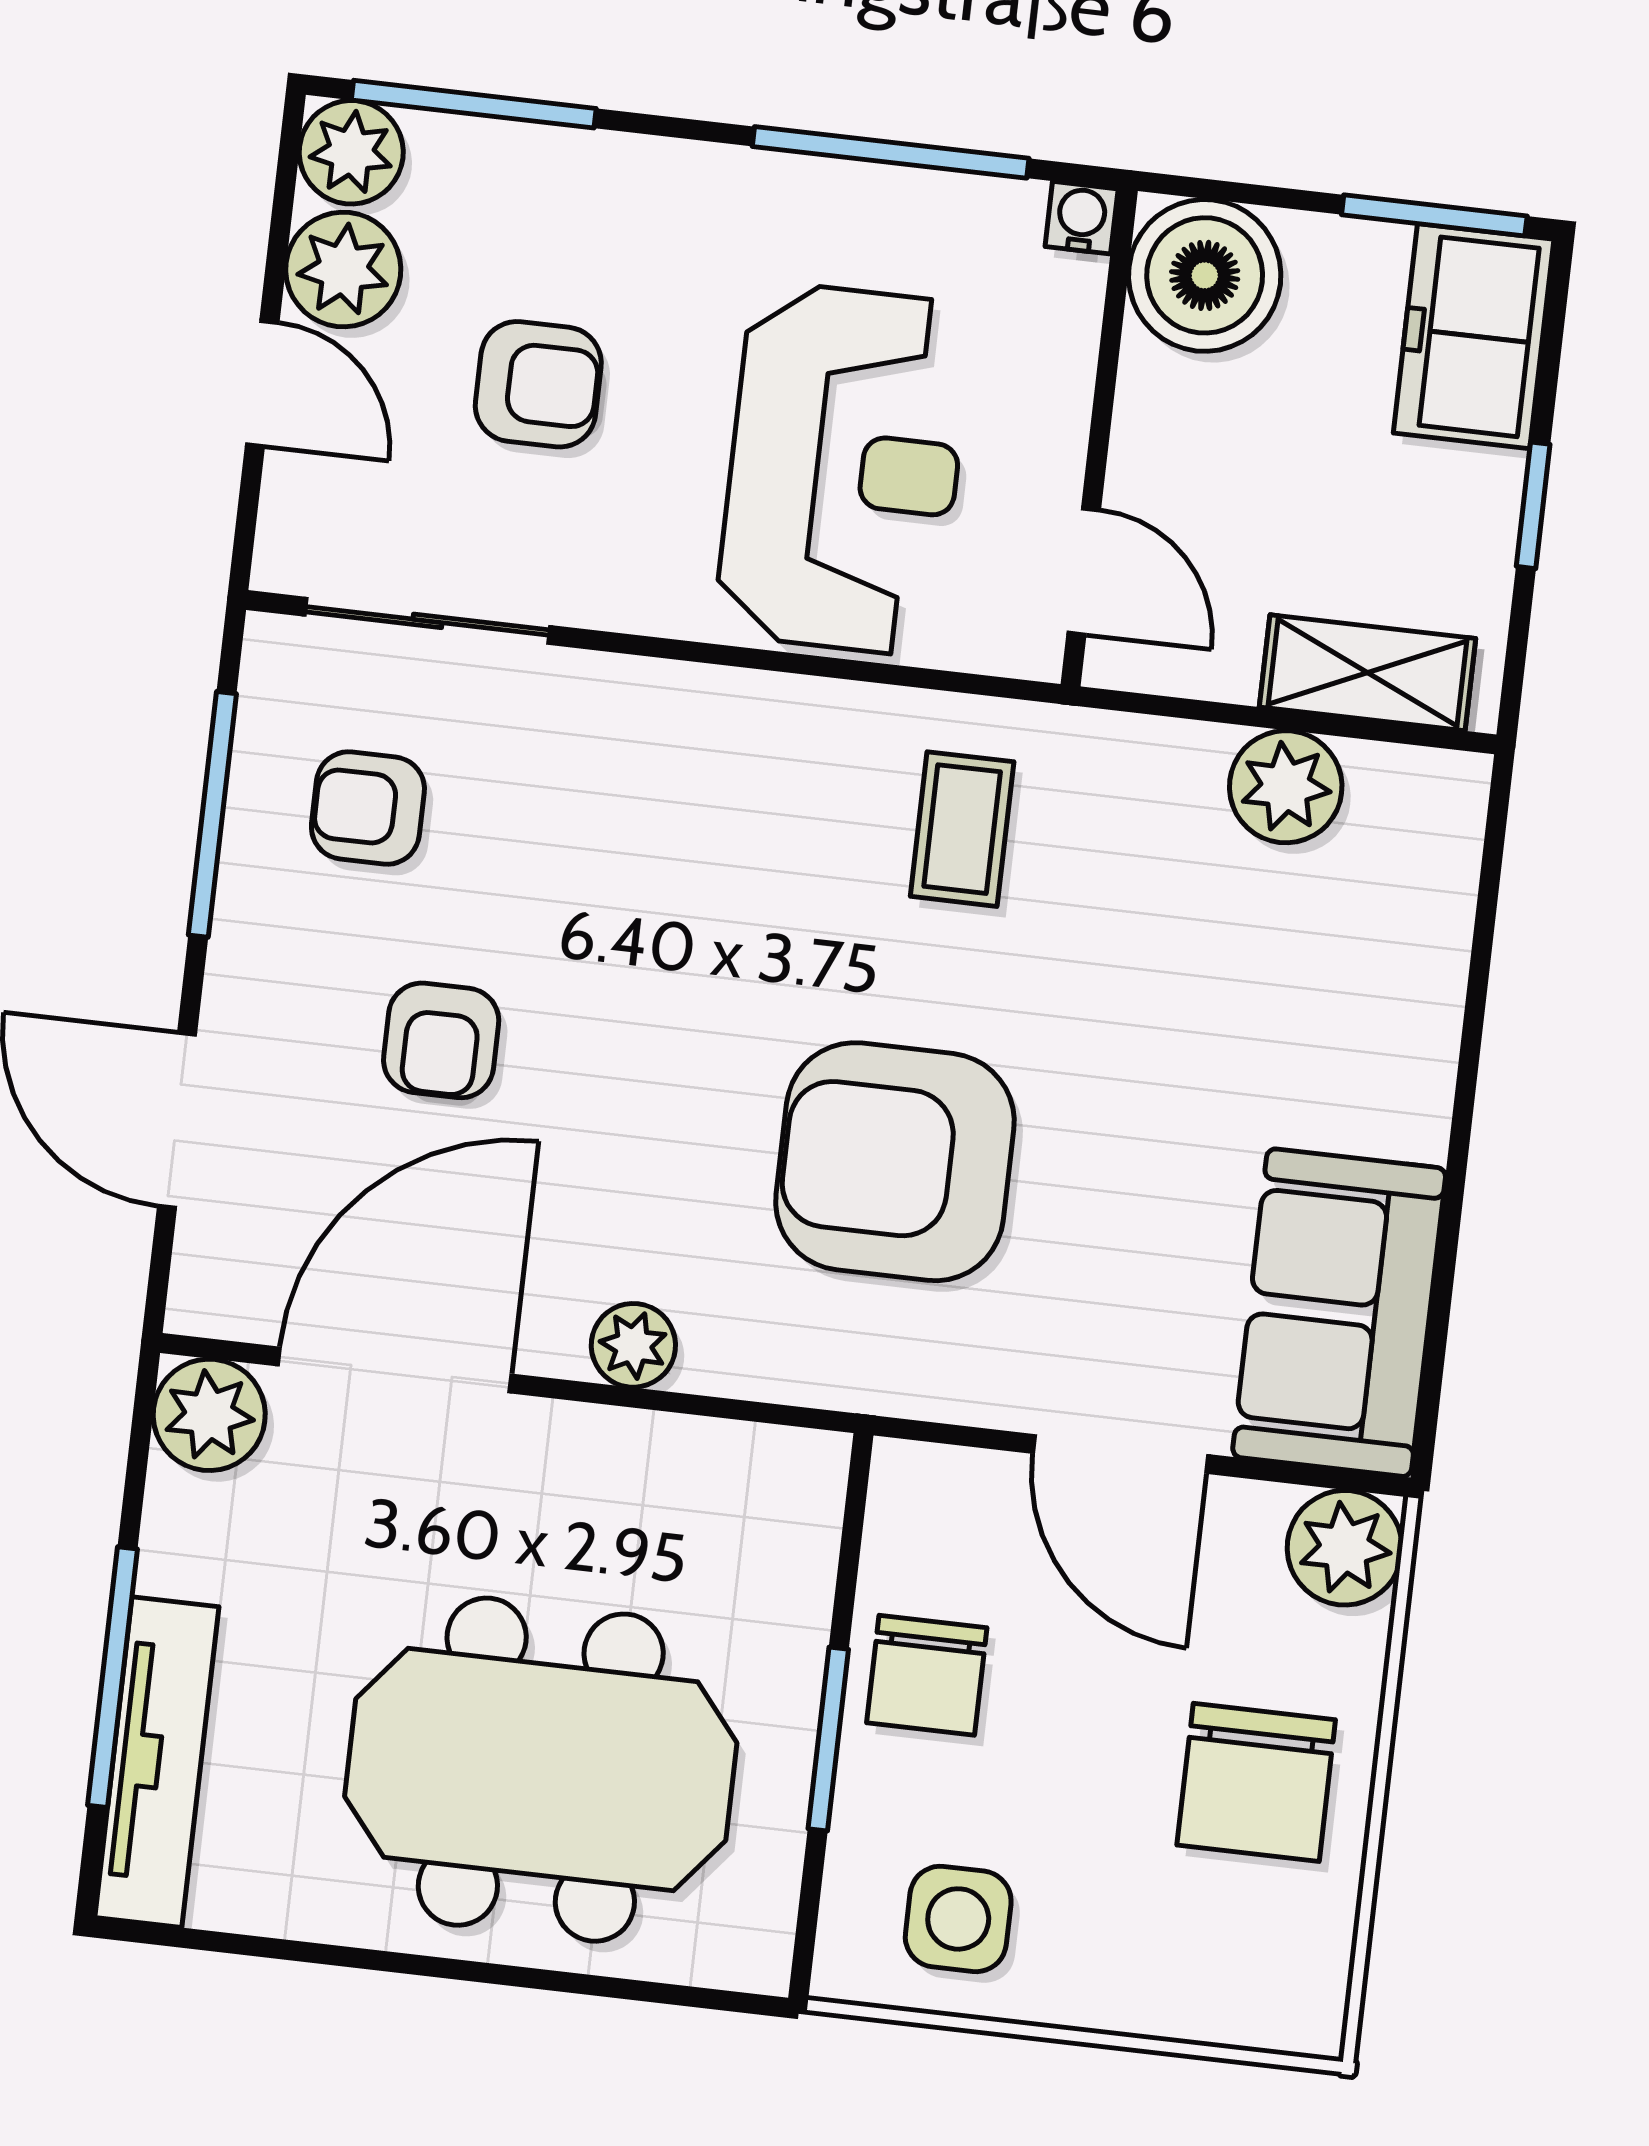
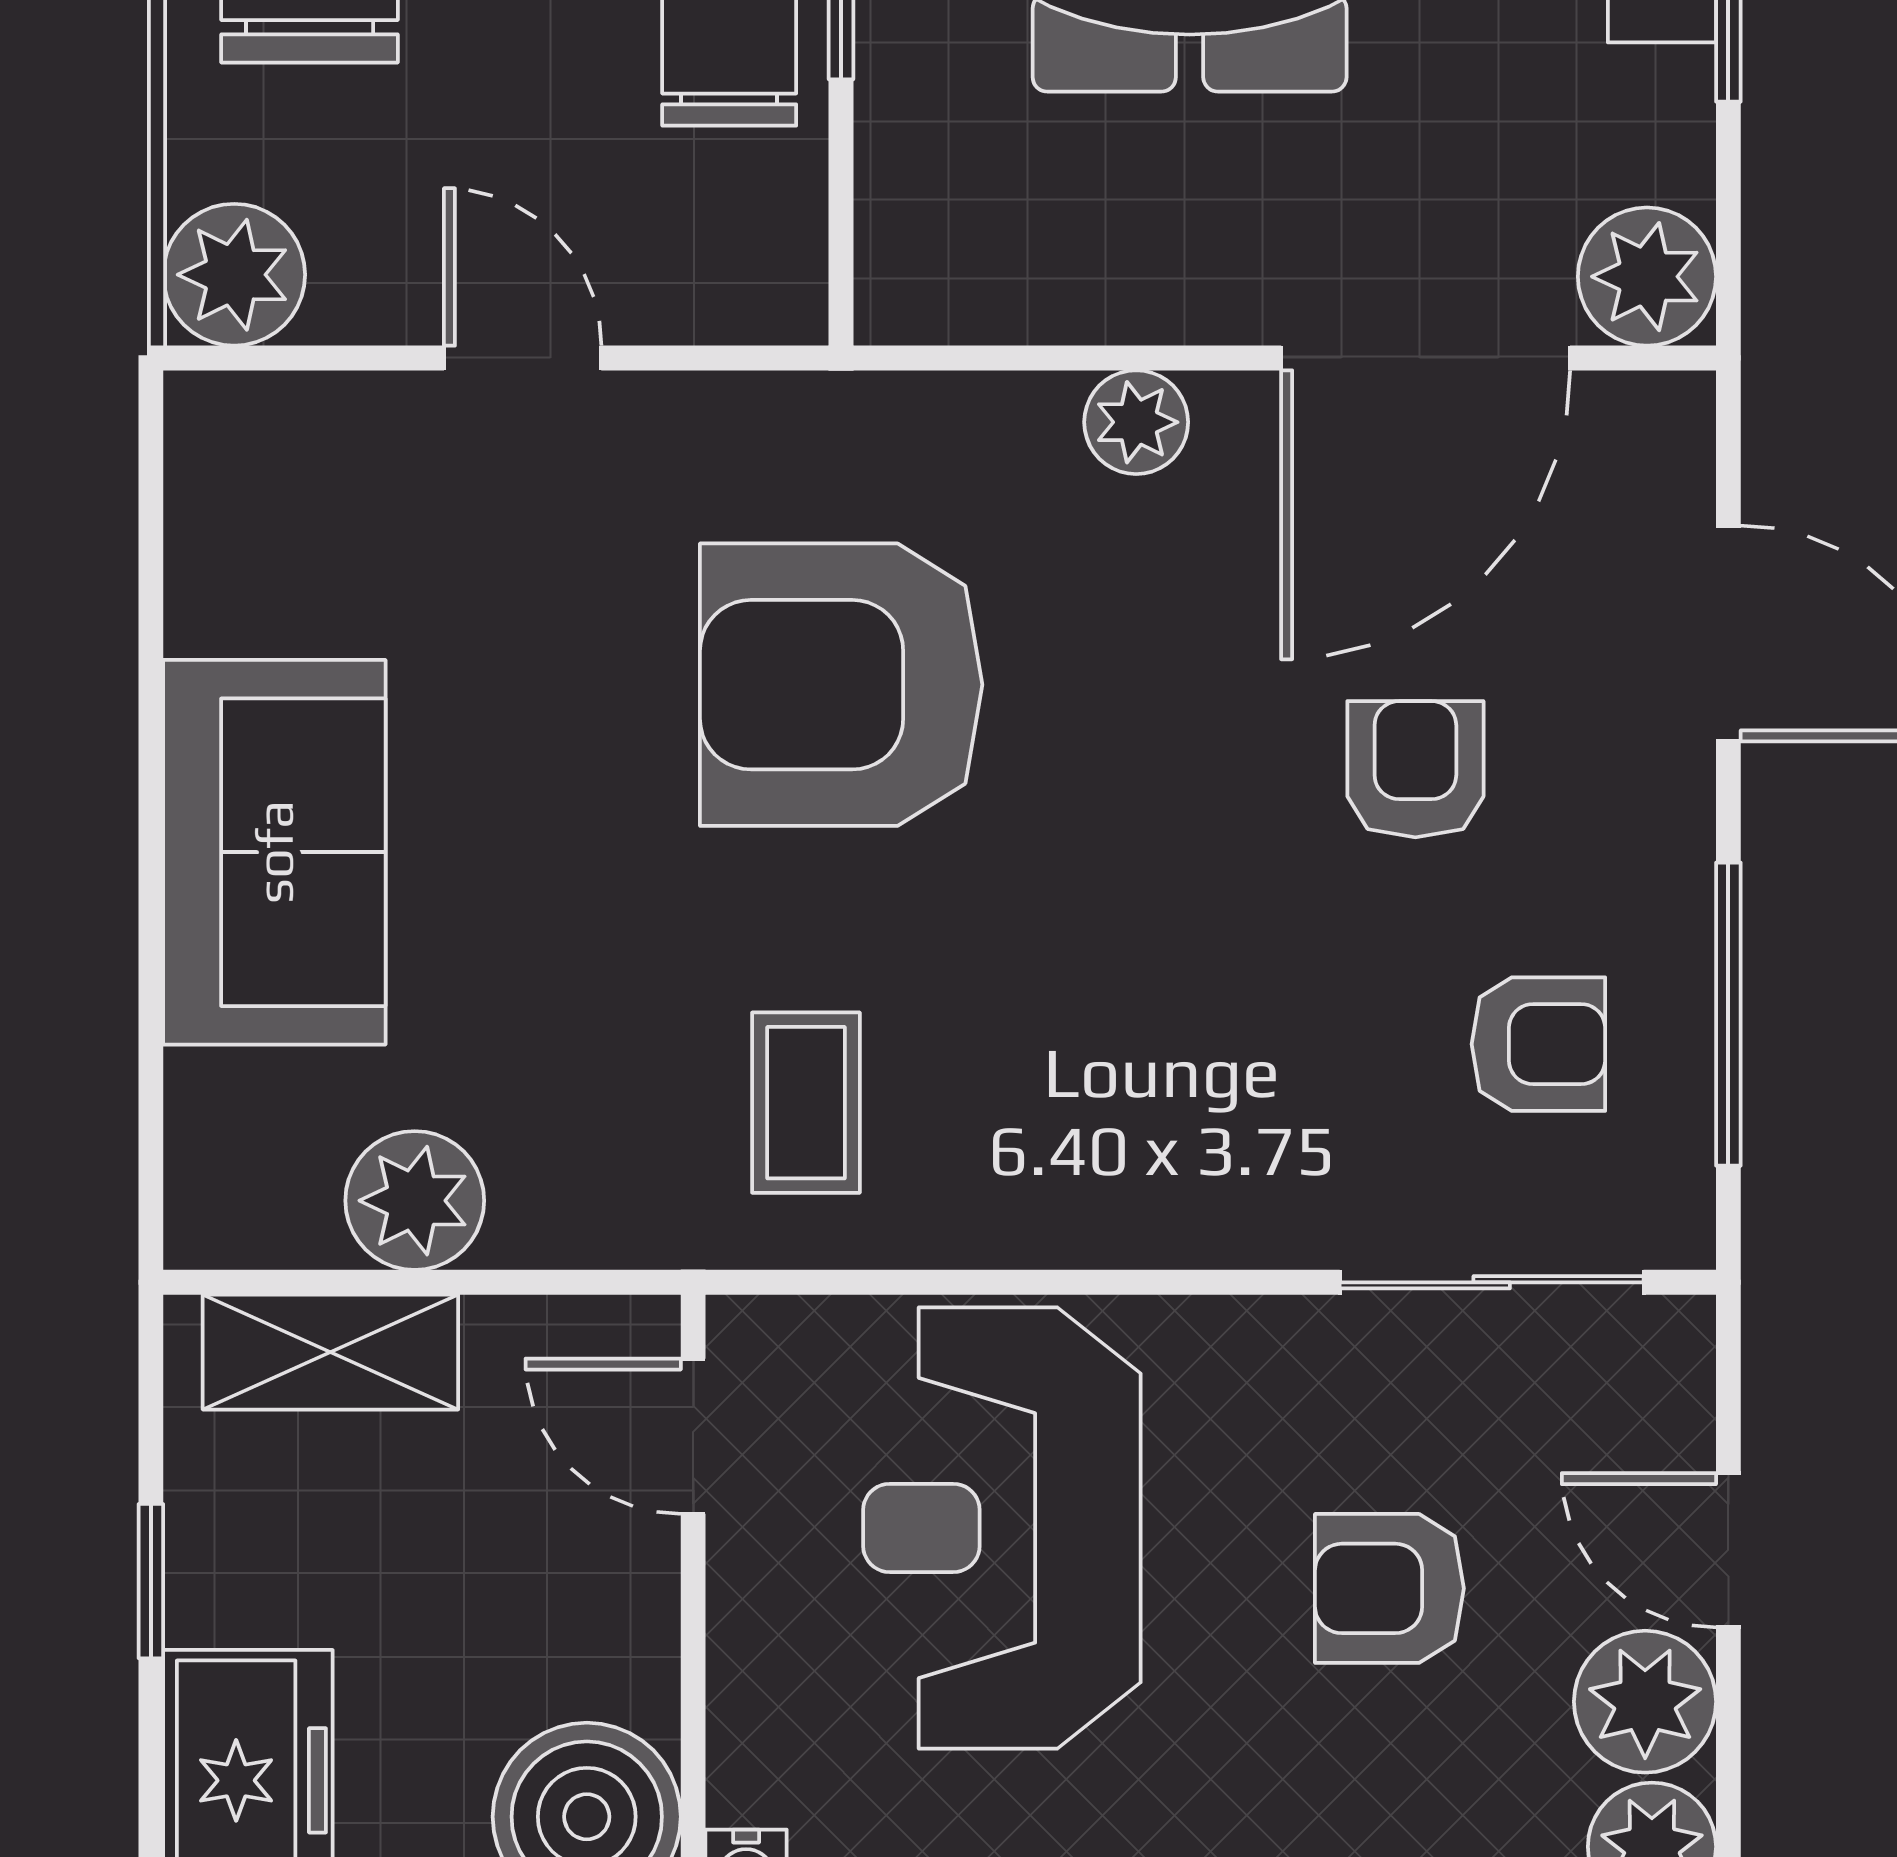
armchair: (895, 1162) -> (841, 685), turned 180
sofa: (1339, 1313) -> (274, 852), moved
door: (1121, 1454) -> (523, 358), width x0.73

